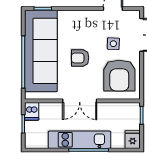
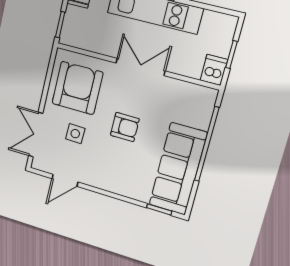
sofa: (41, 51) -> (178, 169), width x0.74, depth x0.79

